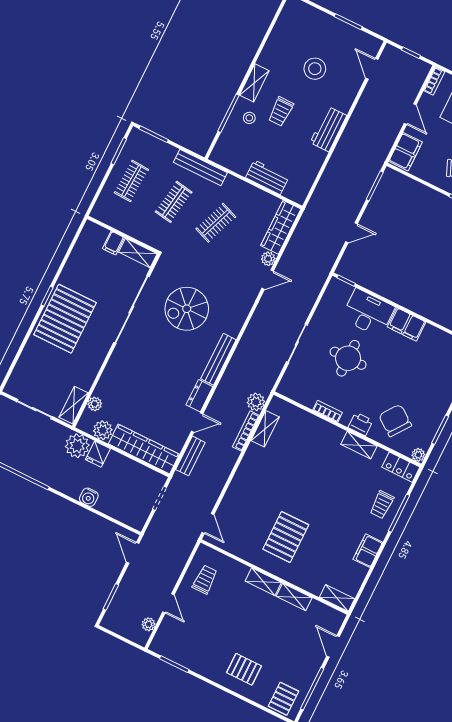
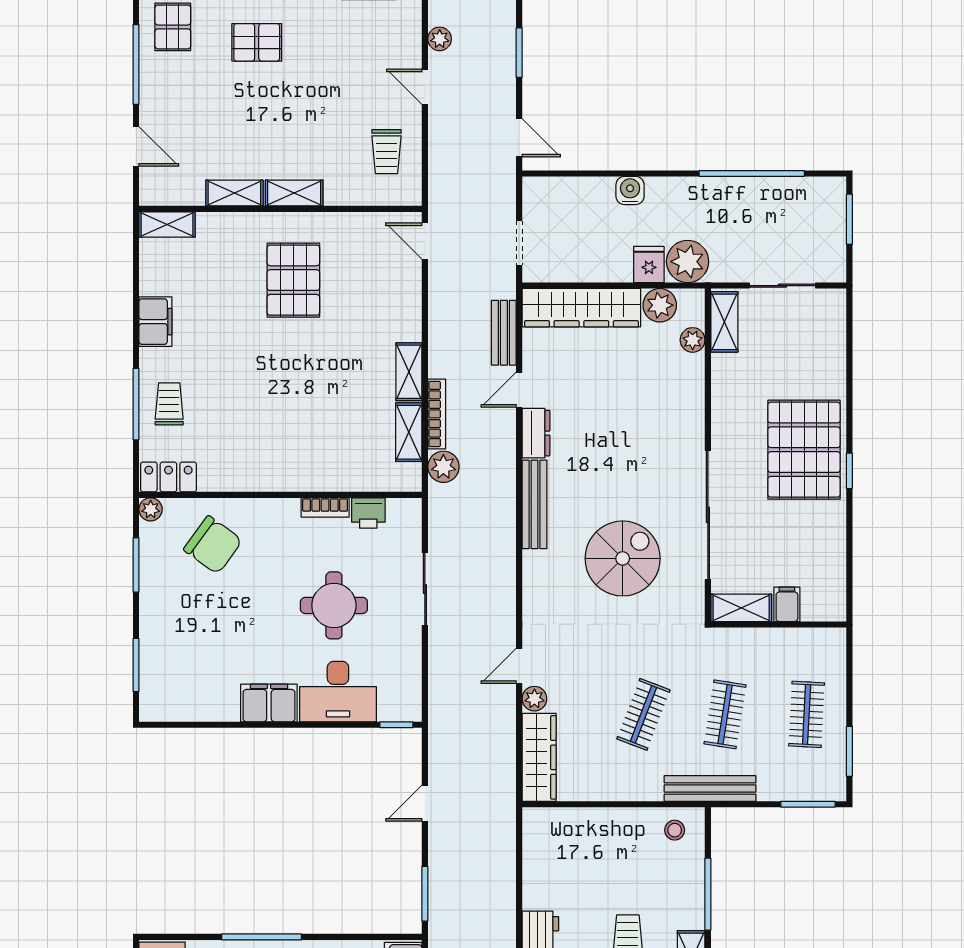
stool: (249, 118) -> (675, 830), moved
workbench: (267, 177) -> (599, 825), removed
printer: (361, 424) -> (368, 513), moved
shelving: (359, 445) -> (409, 372), moved, turned 90

